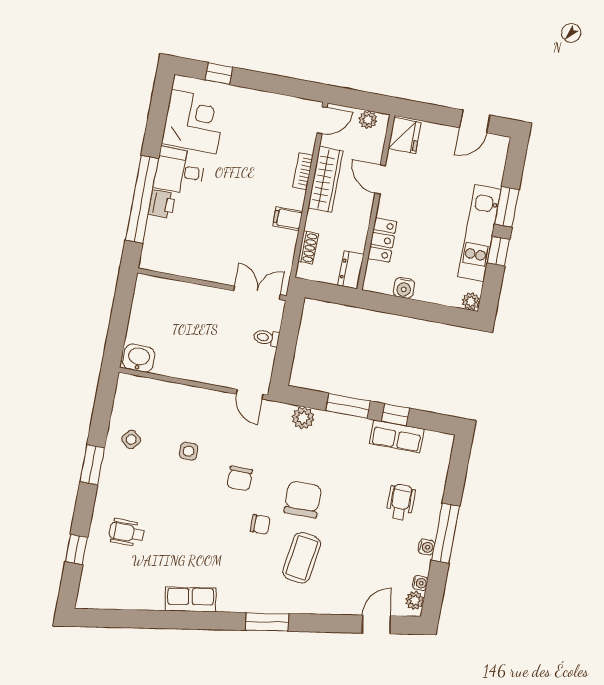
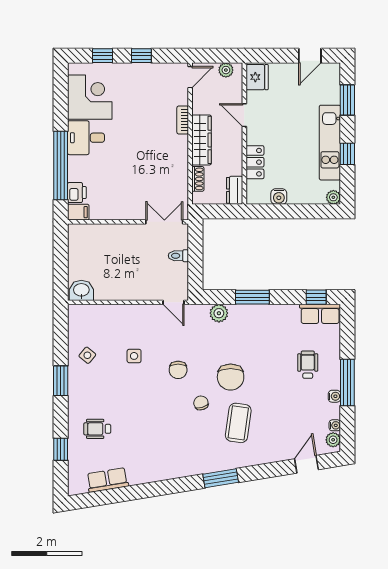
window: (267, 83) -> (141, 56), added
wardrobe: (326, 179) -> (201, 140), moved
printer: (162, 204) -> (77, 193), moved
window: (507, 207) -> (347, 100), moved
filing cabinet: (288, 219) -> (78, 212), moved, turned 180
window: (396, 415) -> (316, 297), moved
row of seats: (397, 436) -> (320, 314), moved
chair: (303, 499) -> (231, 377), turned 180
chair: (260, 524) -> (201, 403), turned -106
row of seats: (190, 599) -> (107, 480), moved

